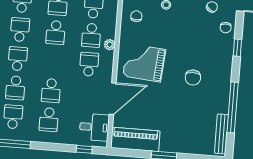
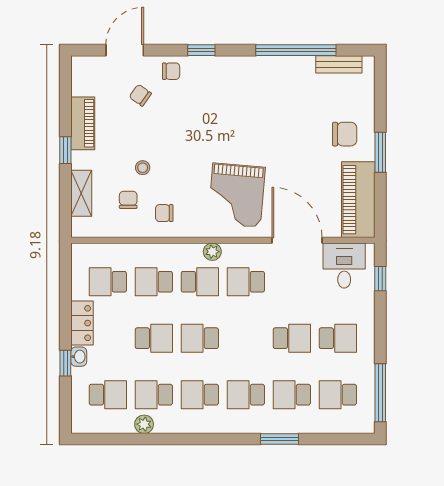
school desk: (56, 32) -> (200, 338), turned 180
chair: (193, 78) -> (345, 134), moved
school desk: (15, 88) -> (292, 395), turned 180
bench: (222, 134) -> (339, 64), width x0.73

